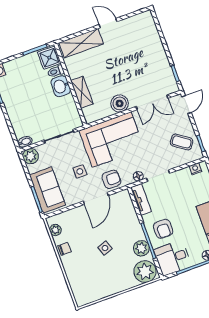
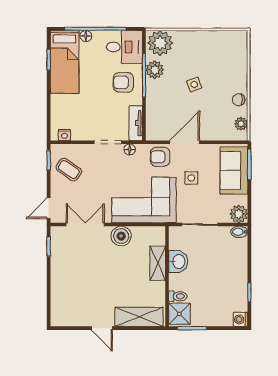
washbasin: (61, 86) -> (178, 262), moved
armchair: (163, 229) -> (123, 82), turned -90

